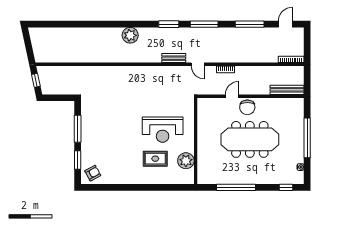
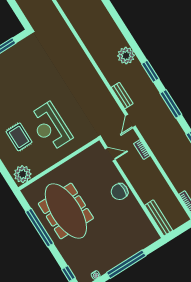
plant: (130, 35) -> (126, 56), moved
door: (232, 96) -> (110, 154), moved
meeting table: (250, 139) -> (66, 211), moved
plant: (186, 161) -> (23, 174), moved

